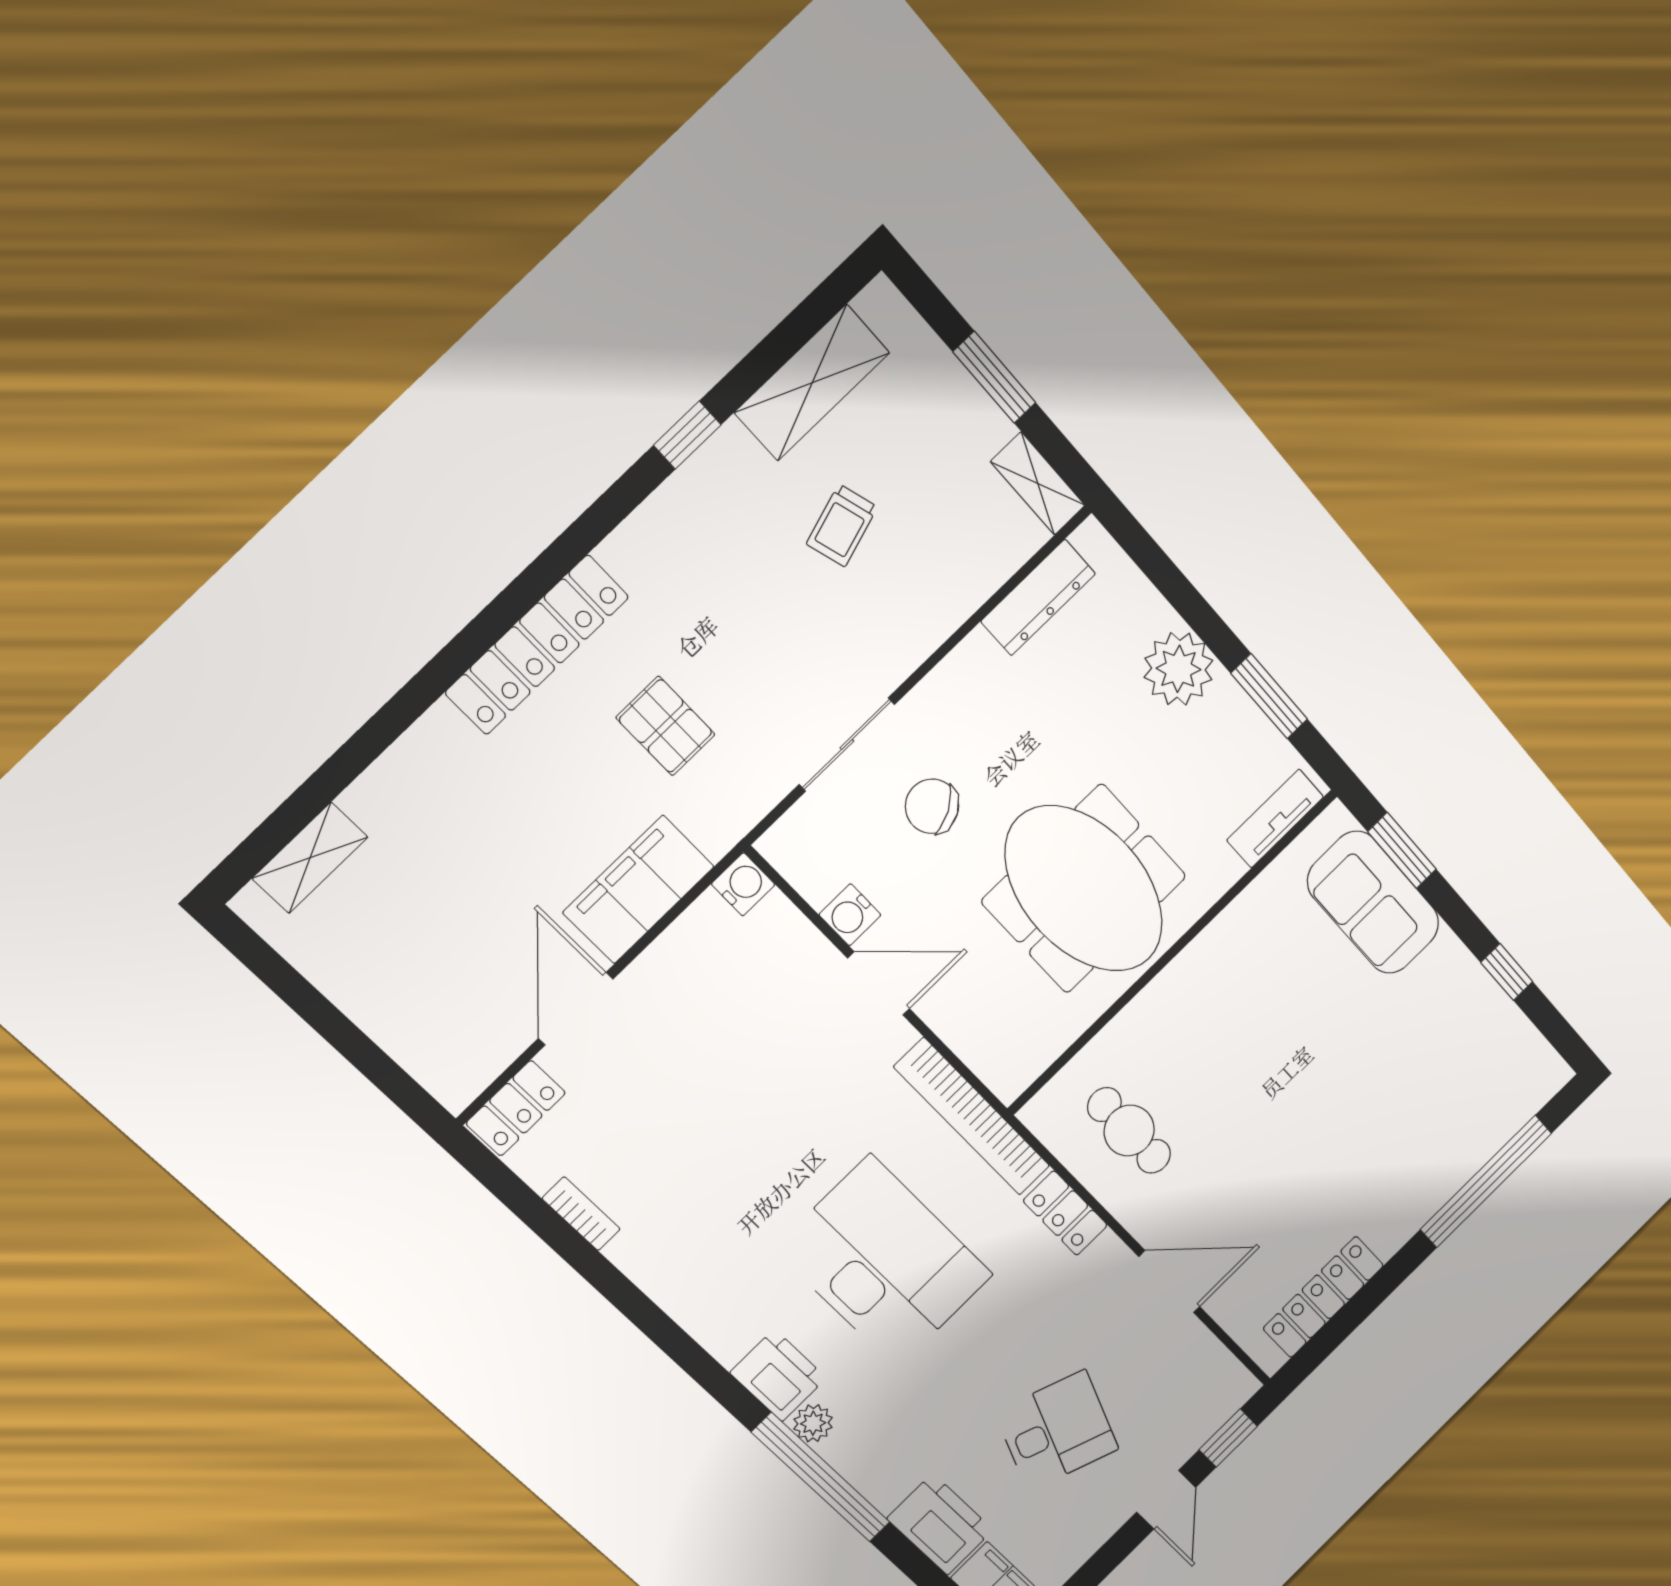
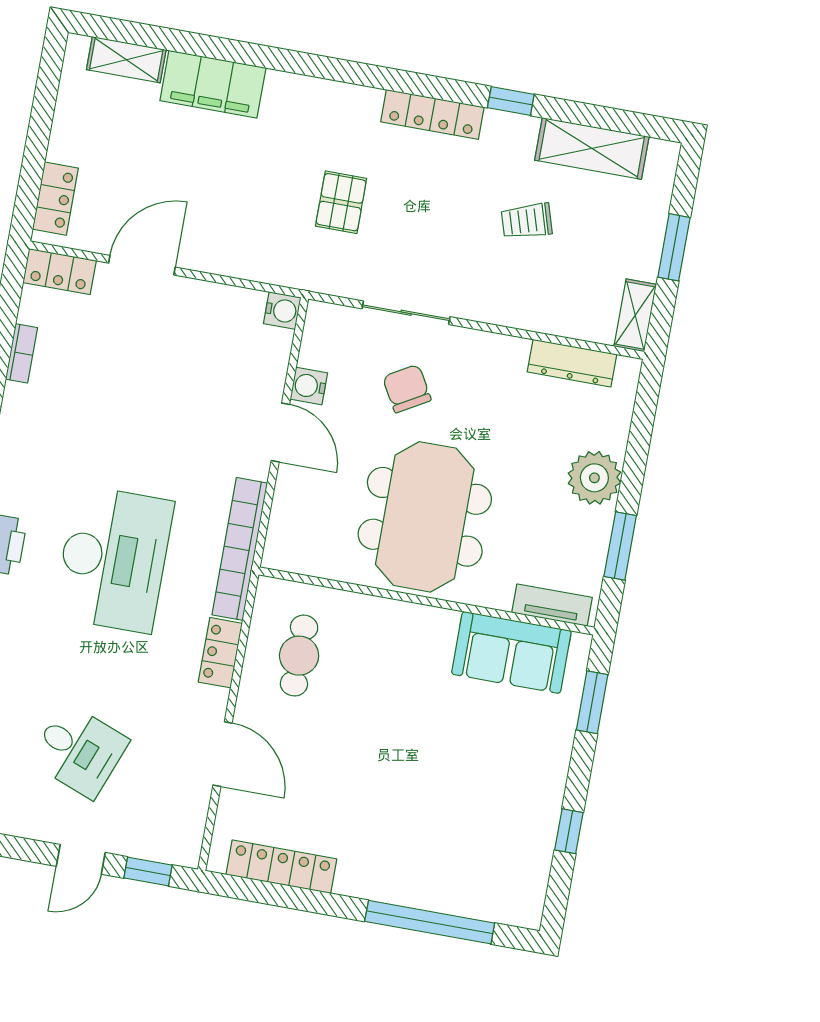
locker: (537, 645) -> (432, 114), moved, width x0.71, depth x0.83
filing cabinet: (639, 889) -> (213, 84), moved, turned 180
sofa: (1373, 902) -> (511, 652), moved, turned -90
locker: (424, 1056) -> (55, 199), added

